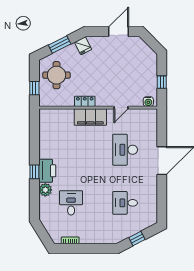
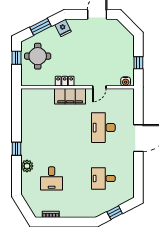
window: (34, 88) -> (16, 58), moved
printer: (47, 171) -> (29, 148), removed
desk: (71, 203) -> (52, 178), turned 180

